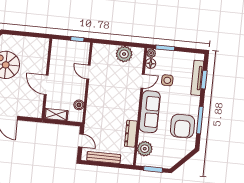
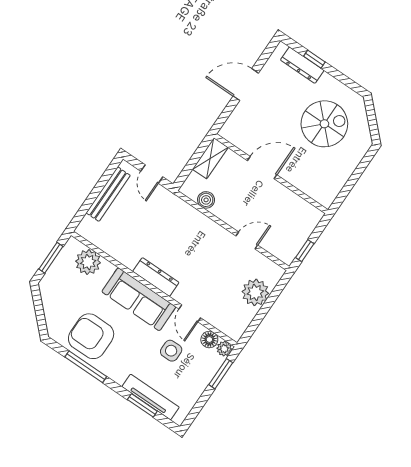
plant: (124, 54) -> (255, 292), moved
dresser: (131, 134) -> (156, 277), moved
door: (81, 140) -> (152, 174), hinge flipped

